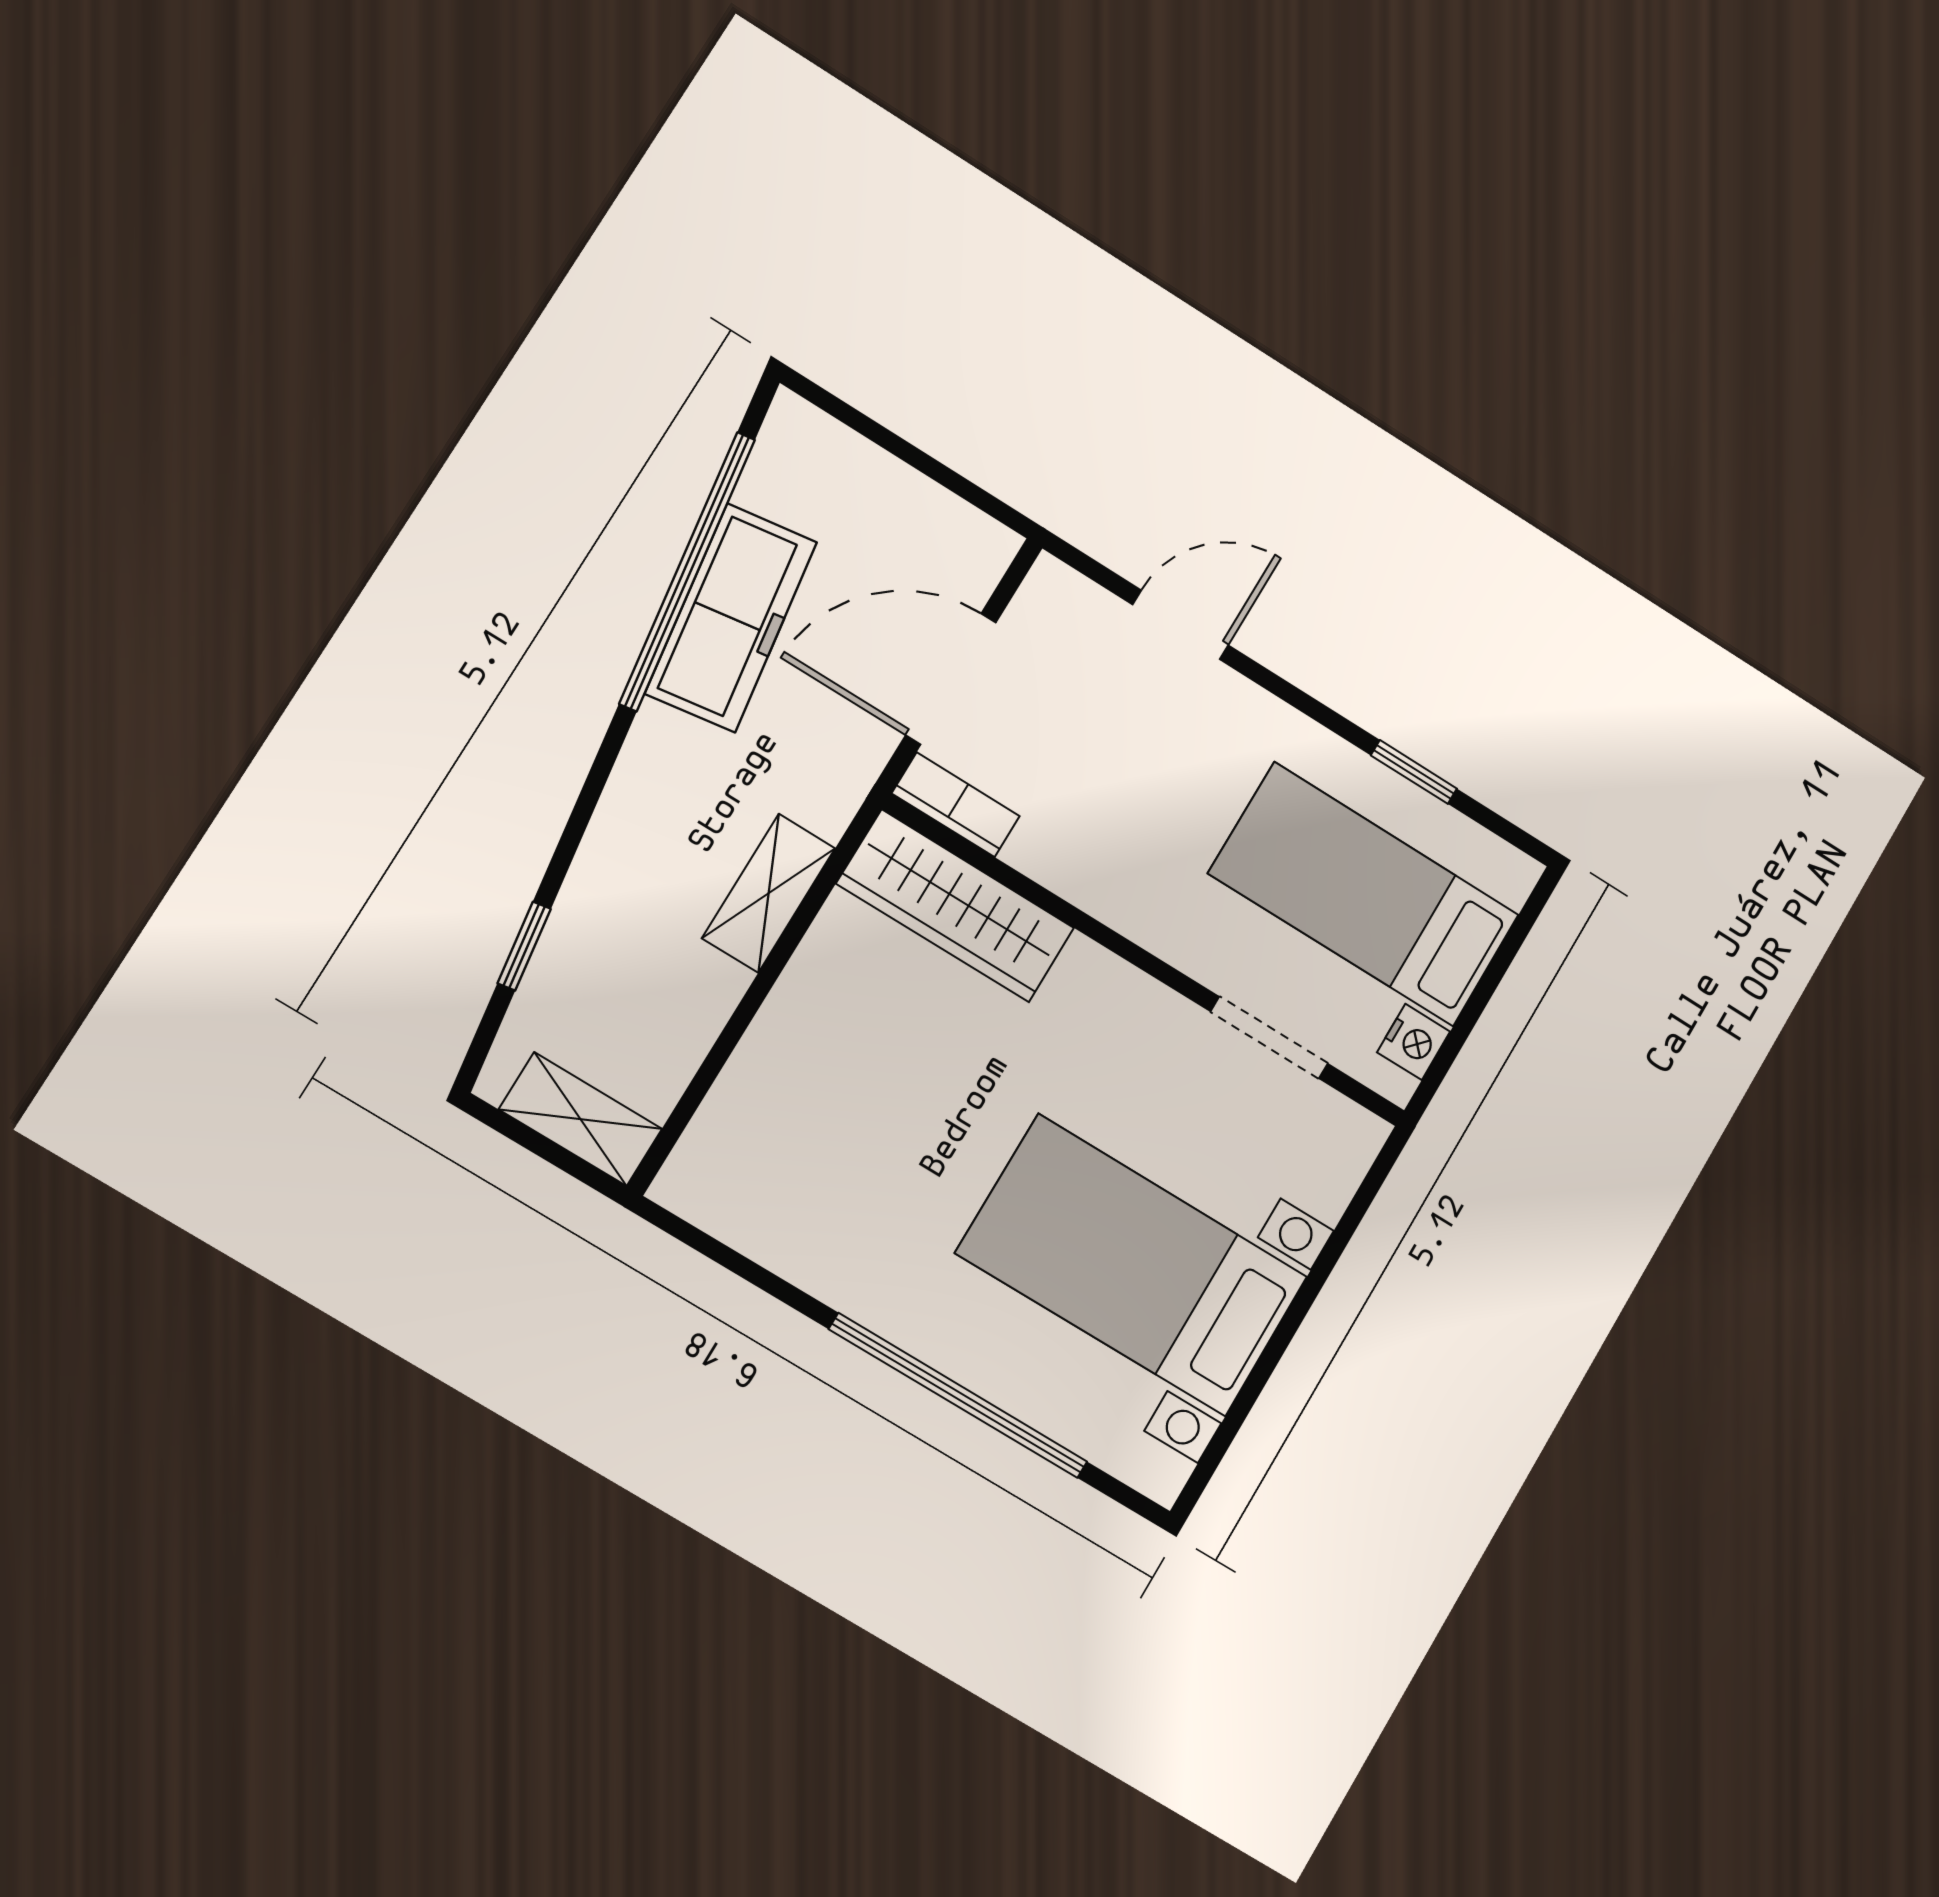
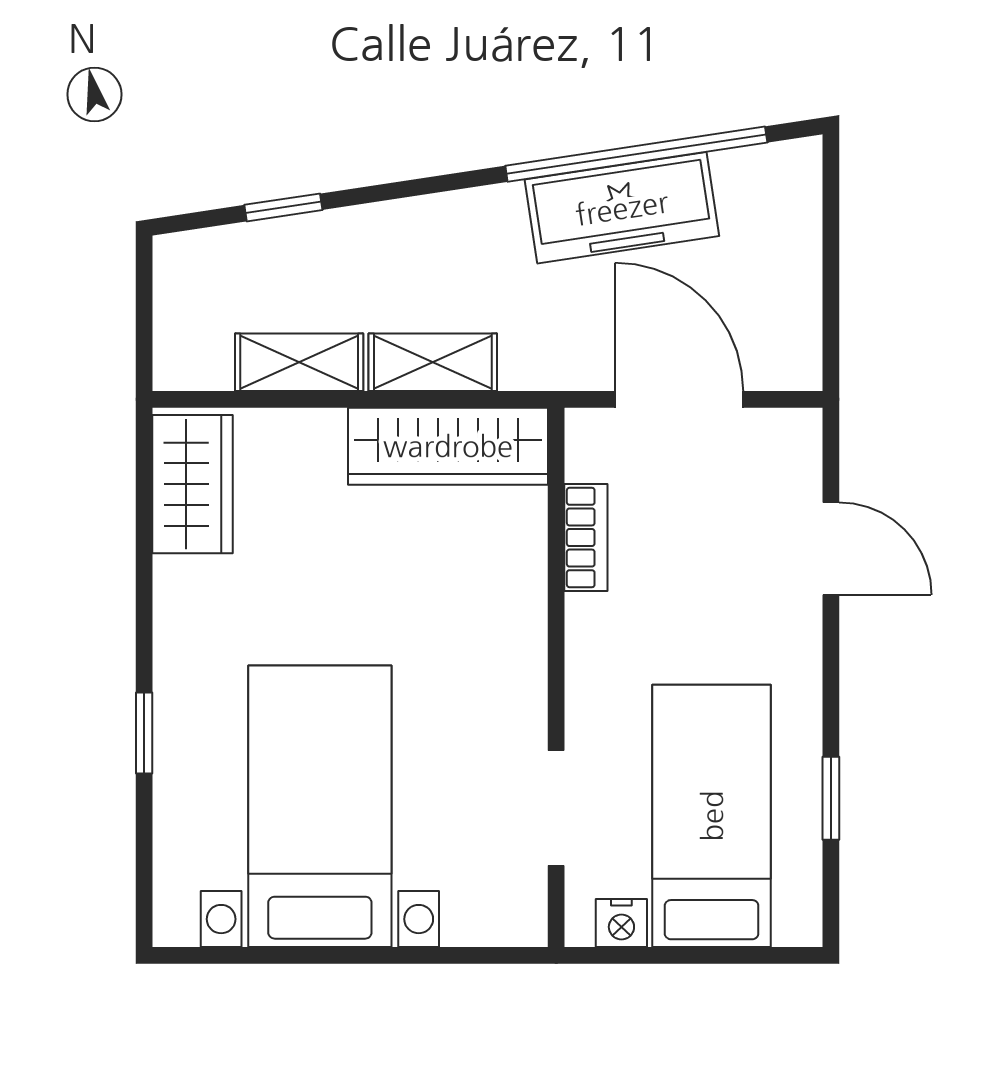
bookcase: (956, 805) -> (586, 538), moved
wardrobe: (955, 906) -> (448, 446), moved, turned -90
shelving: (580, 1119) -> (299, 362), moved, turned 90
wardrobe: (743, 1201) -> (193, 484), added
window: (958, 1396) -> (144, 733), width x0.32

